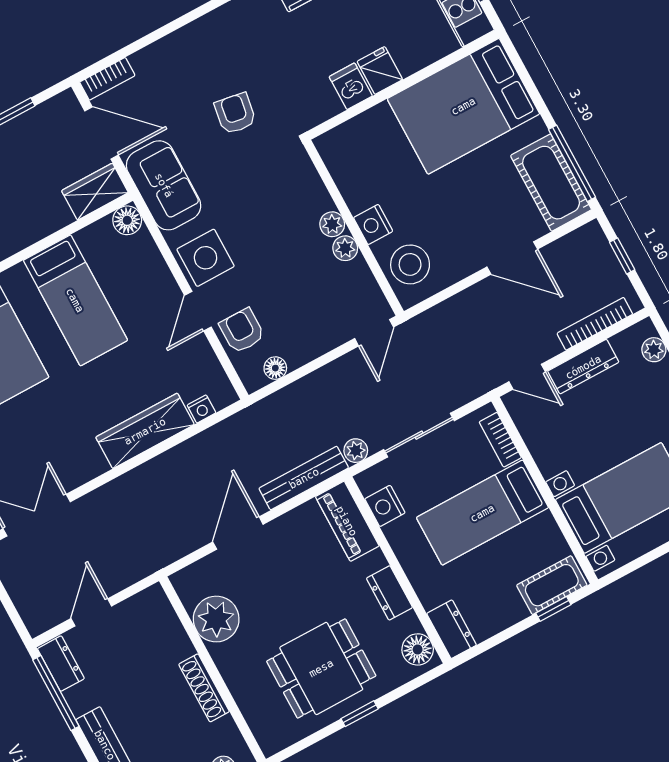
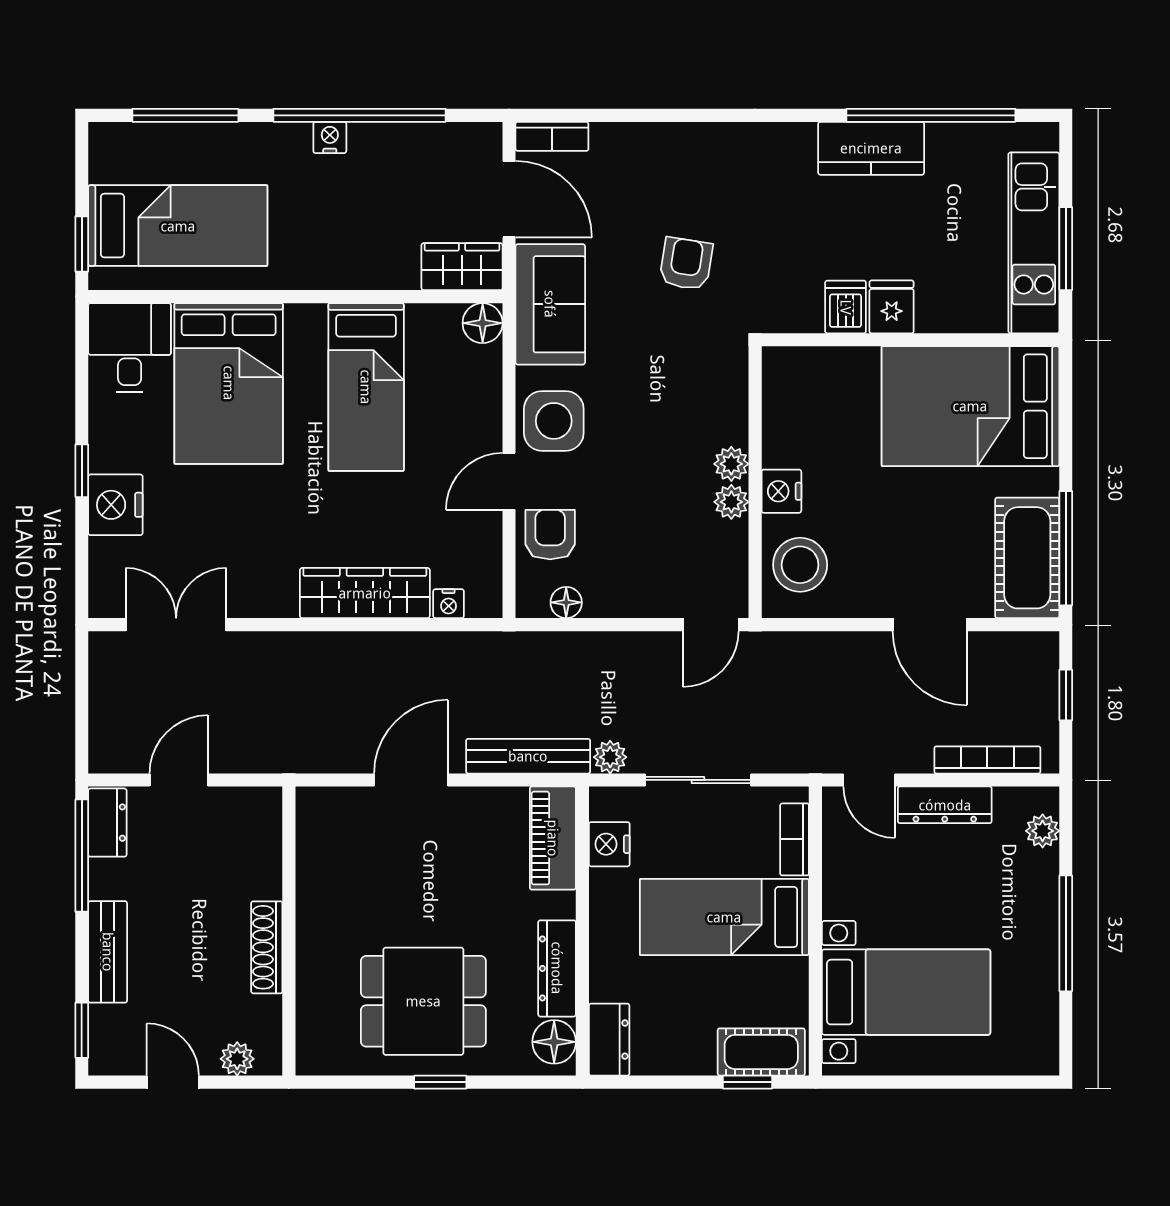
dresser: (389, 593) -> (557, 968), width x1.44
plant: (216, 619) -> (327, 871), removed

